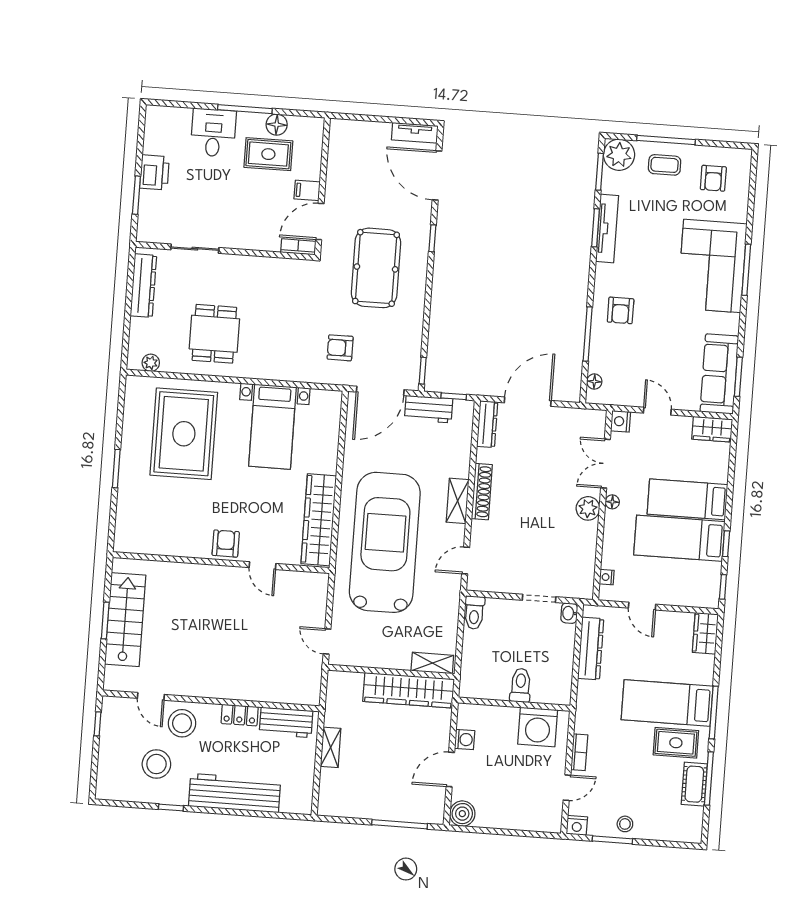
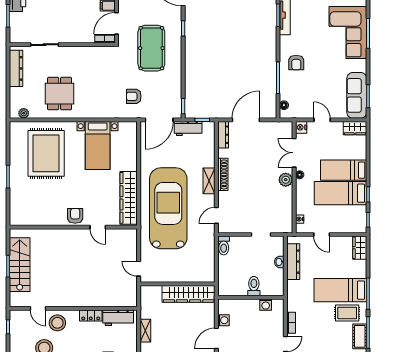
washbasin: (569, 613) -> (279, 262), moved
shelving: (432, 663) -> (201, 277), removed
washing machine: (538, 727) -> (266, 305), width x0.53, depth x0.53

